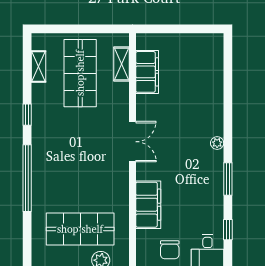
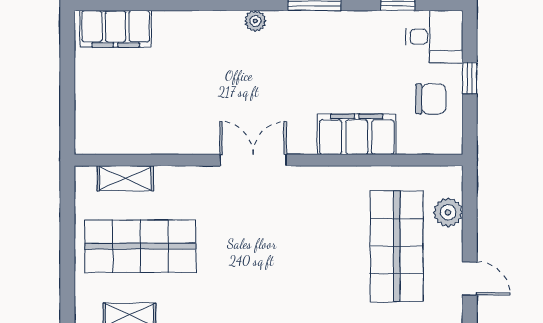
filing cabinet: (147, 72) -> (116, 29), moved, turned 180

